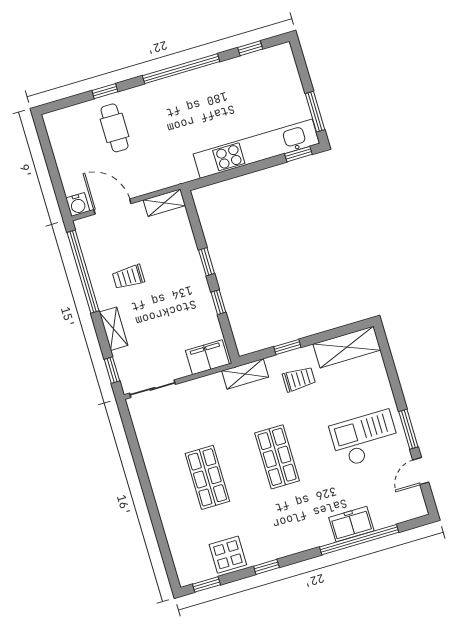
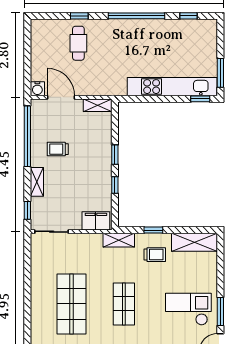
shop shelf: (207, 477) -> (71, 304), width x1.43, depth x1.36

